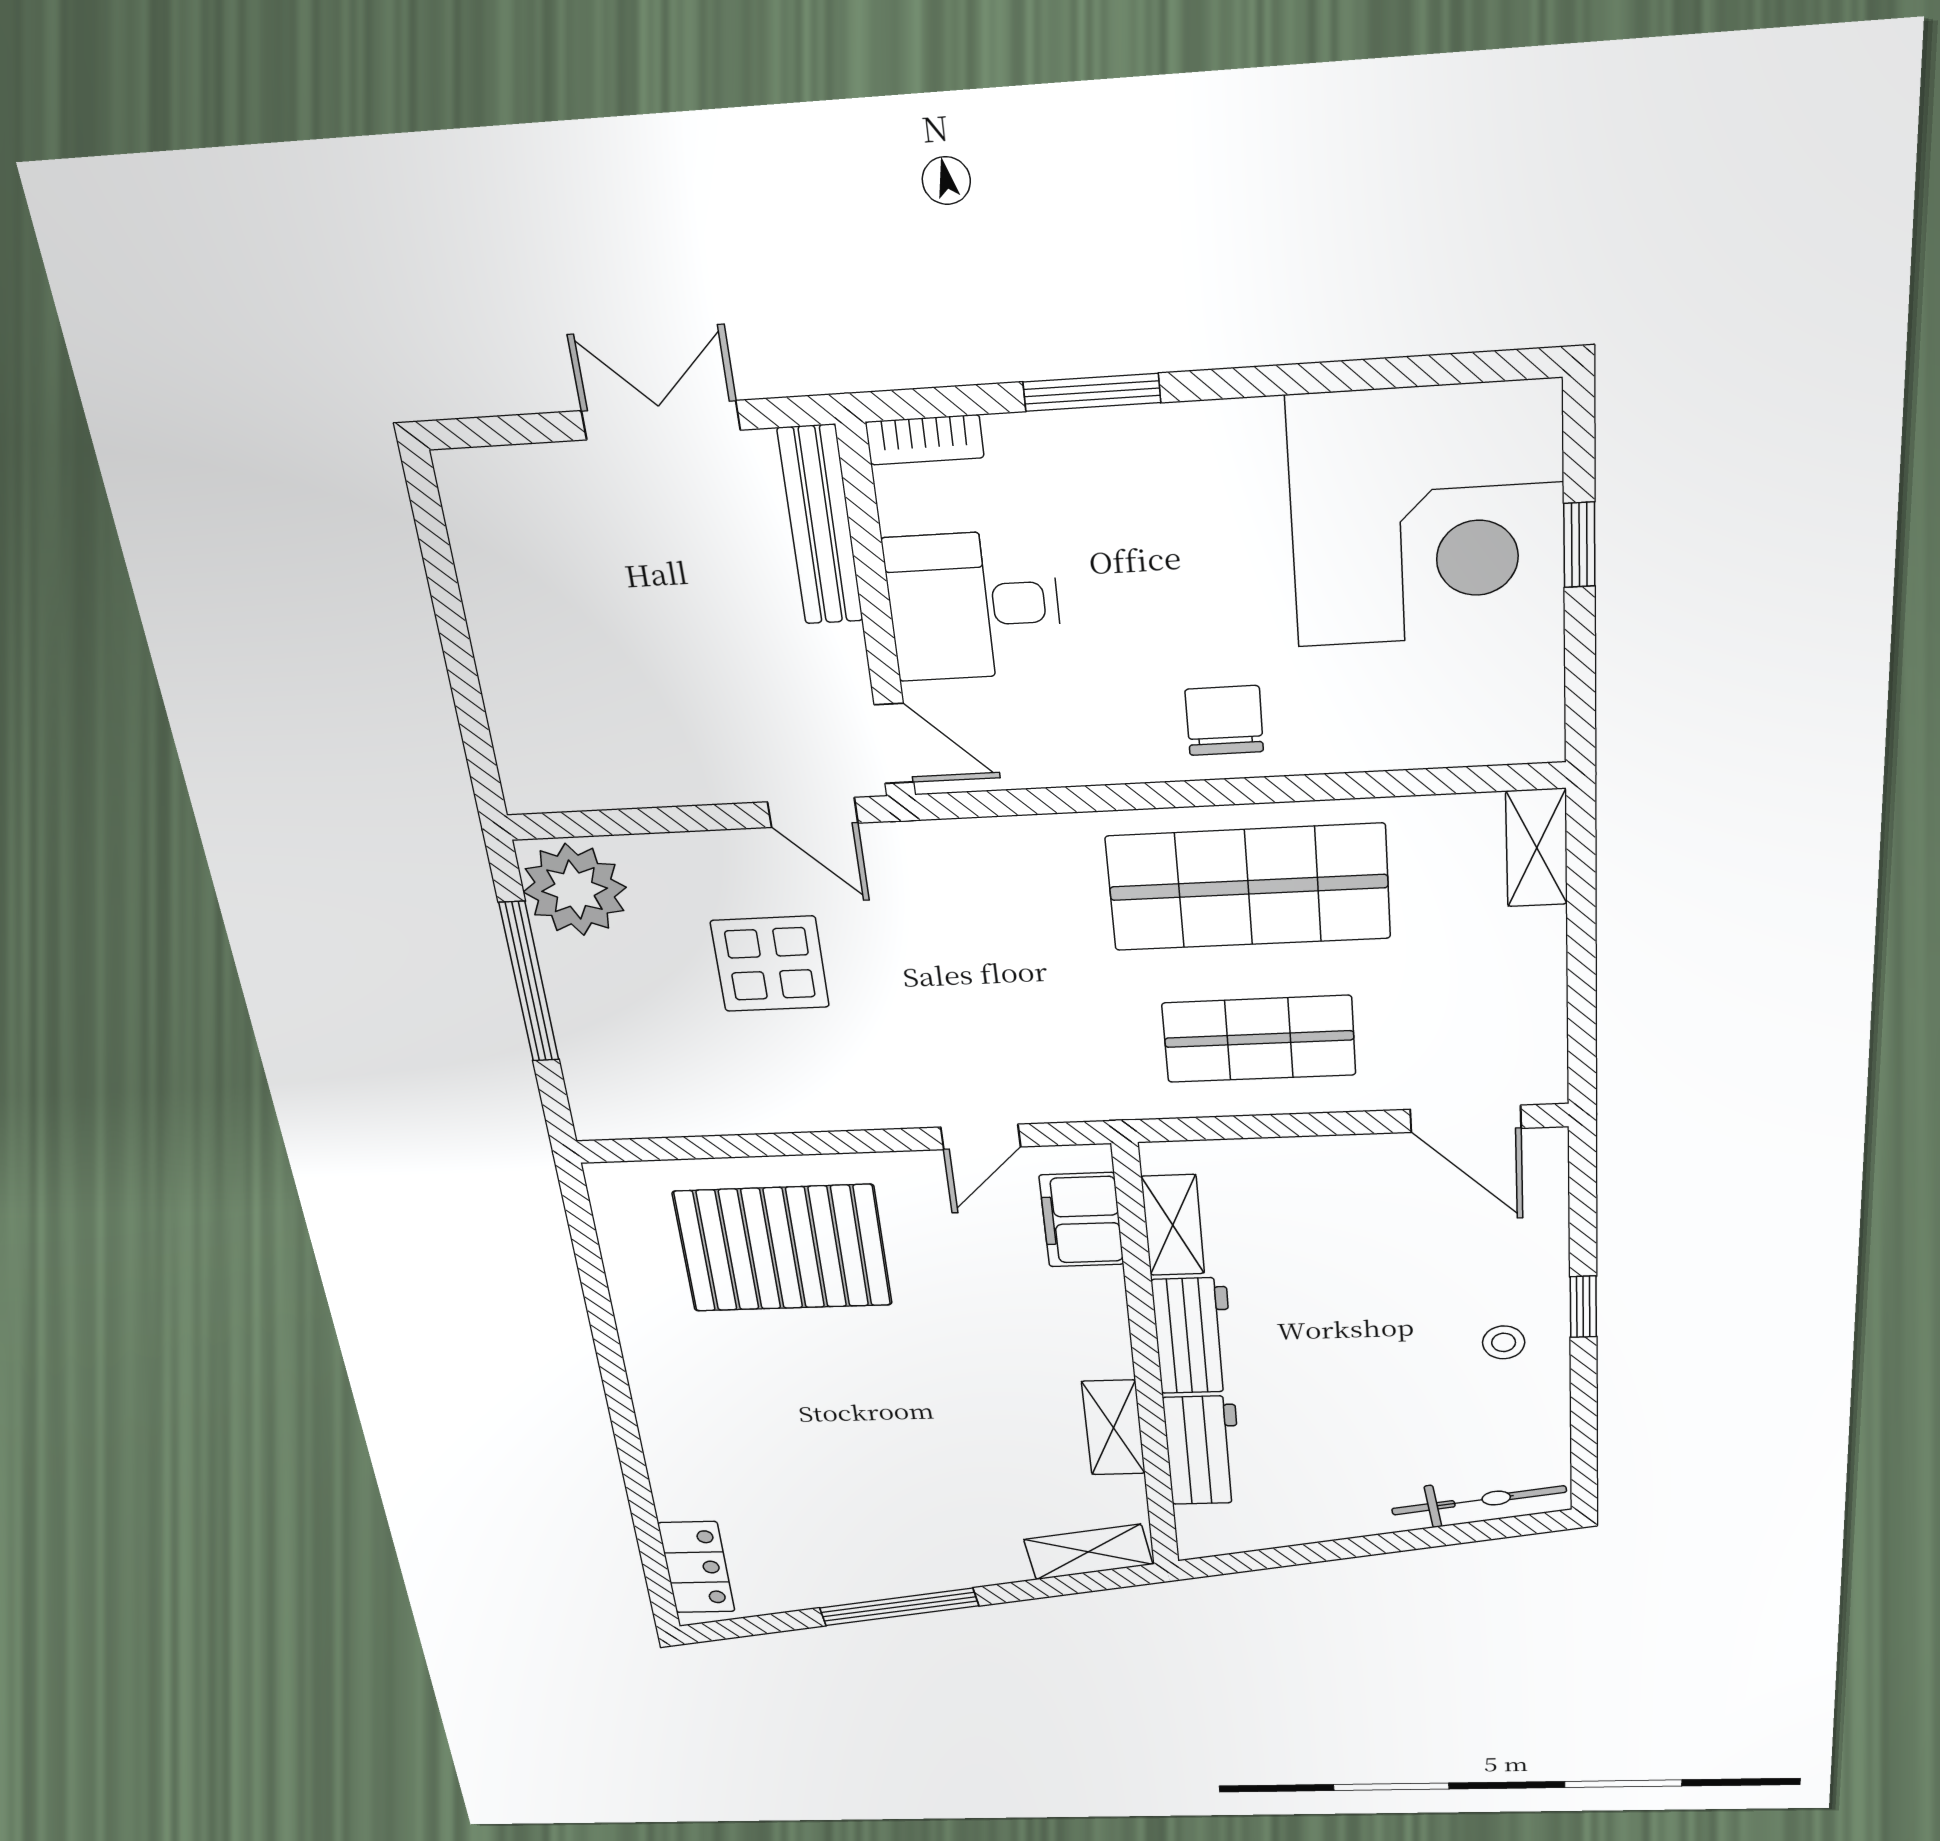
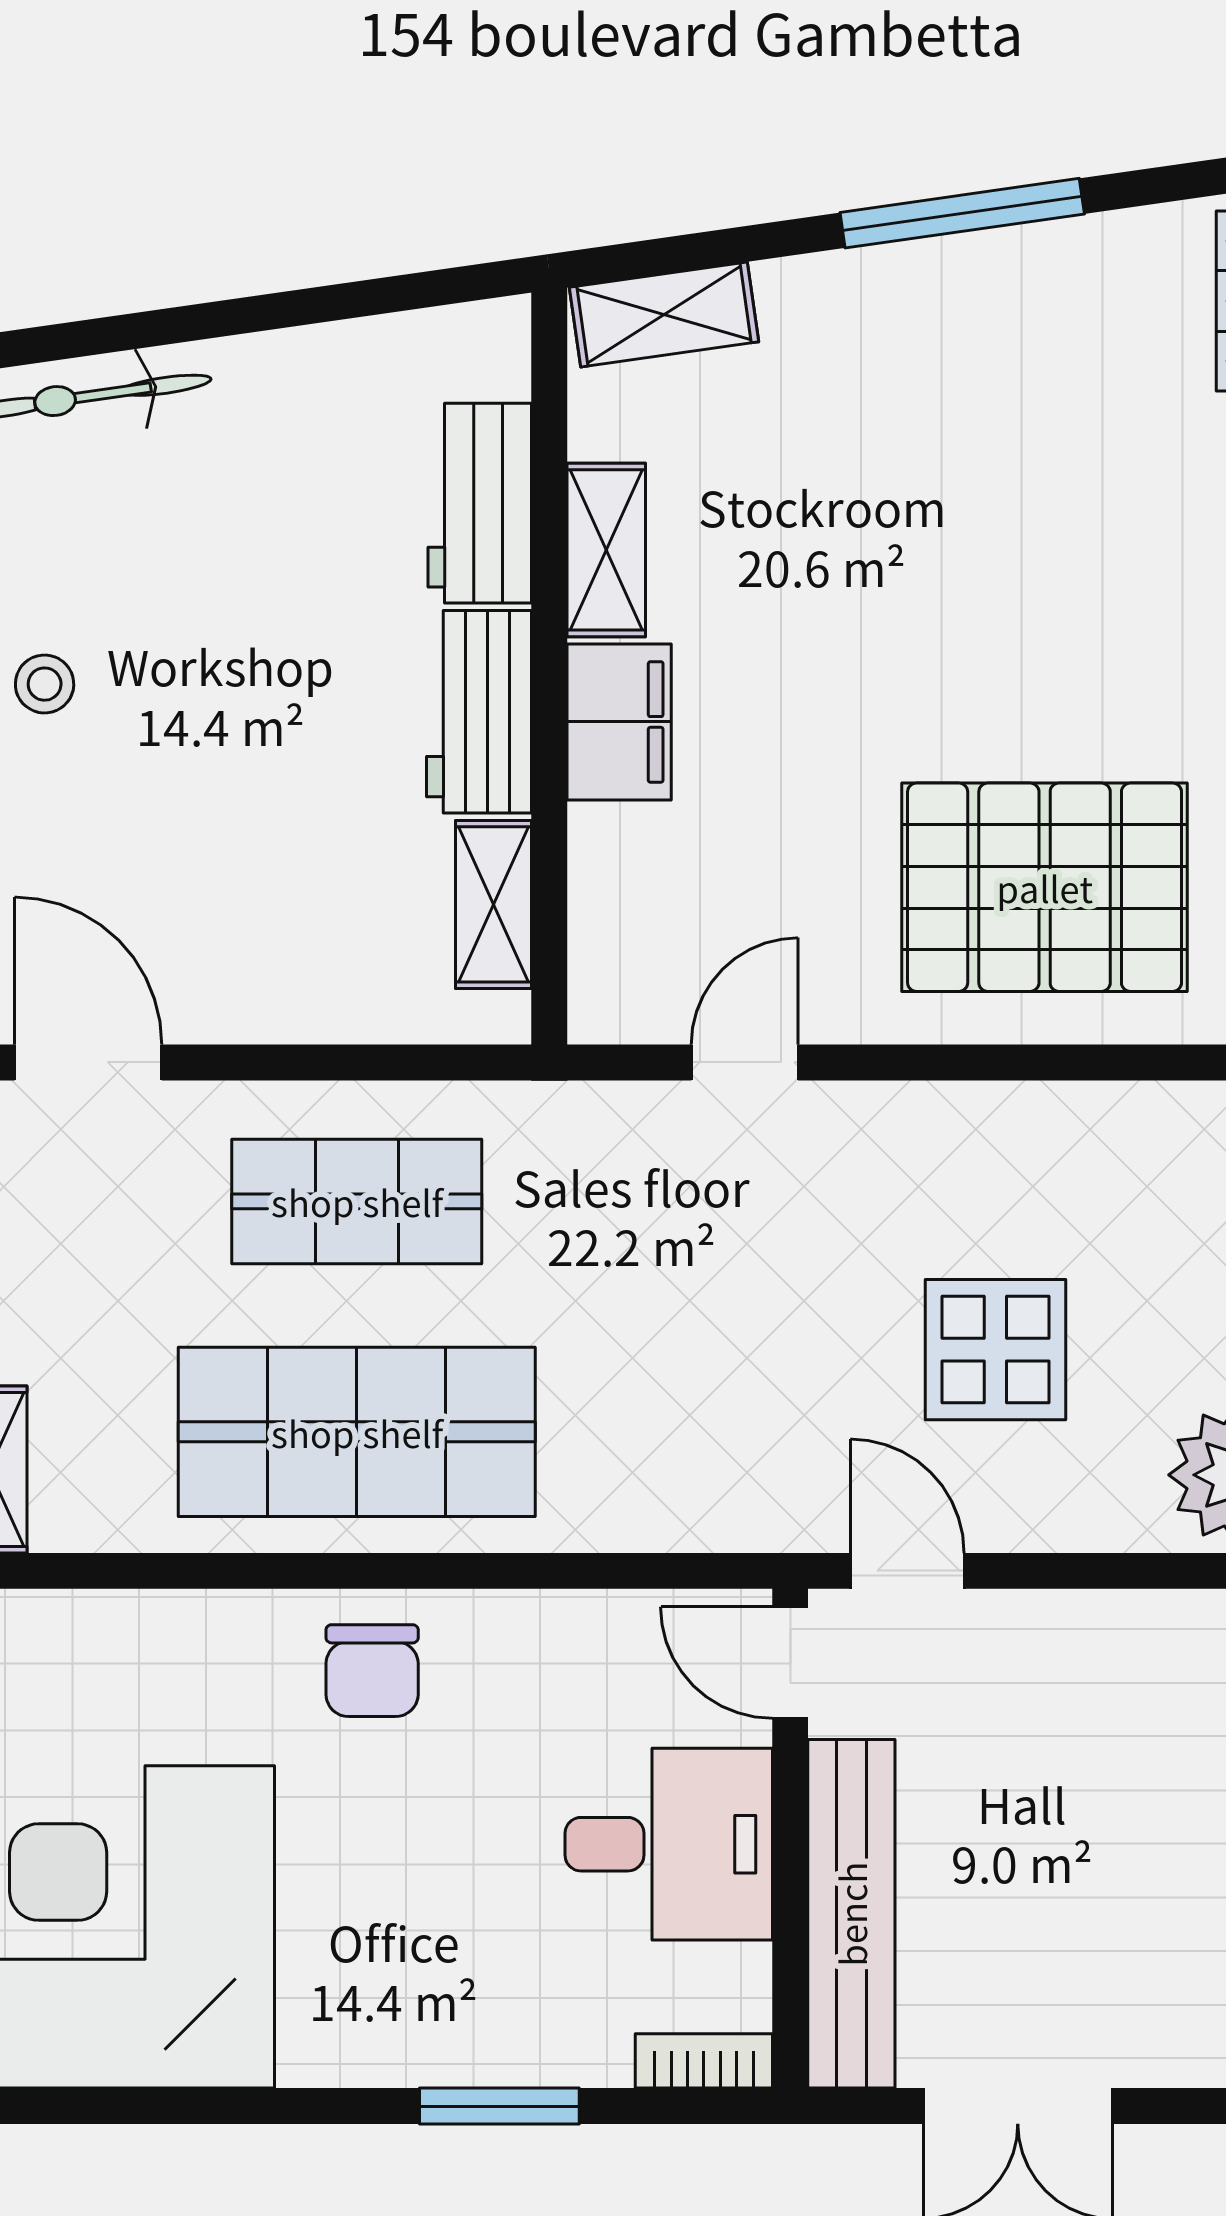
bench: (820, 525) -> (851, 1914), width x1.37, depth x1.21
filing cabinet: (1082, 1220) -> (619, 722), moved

